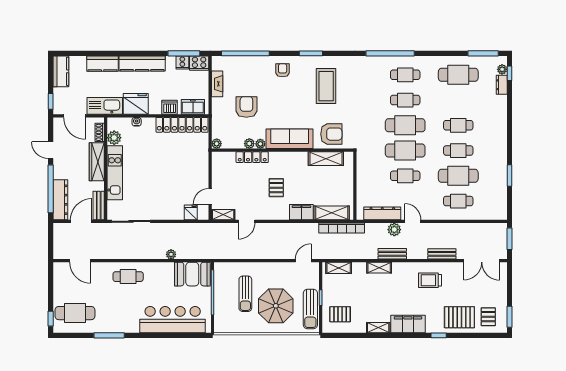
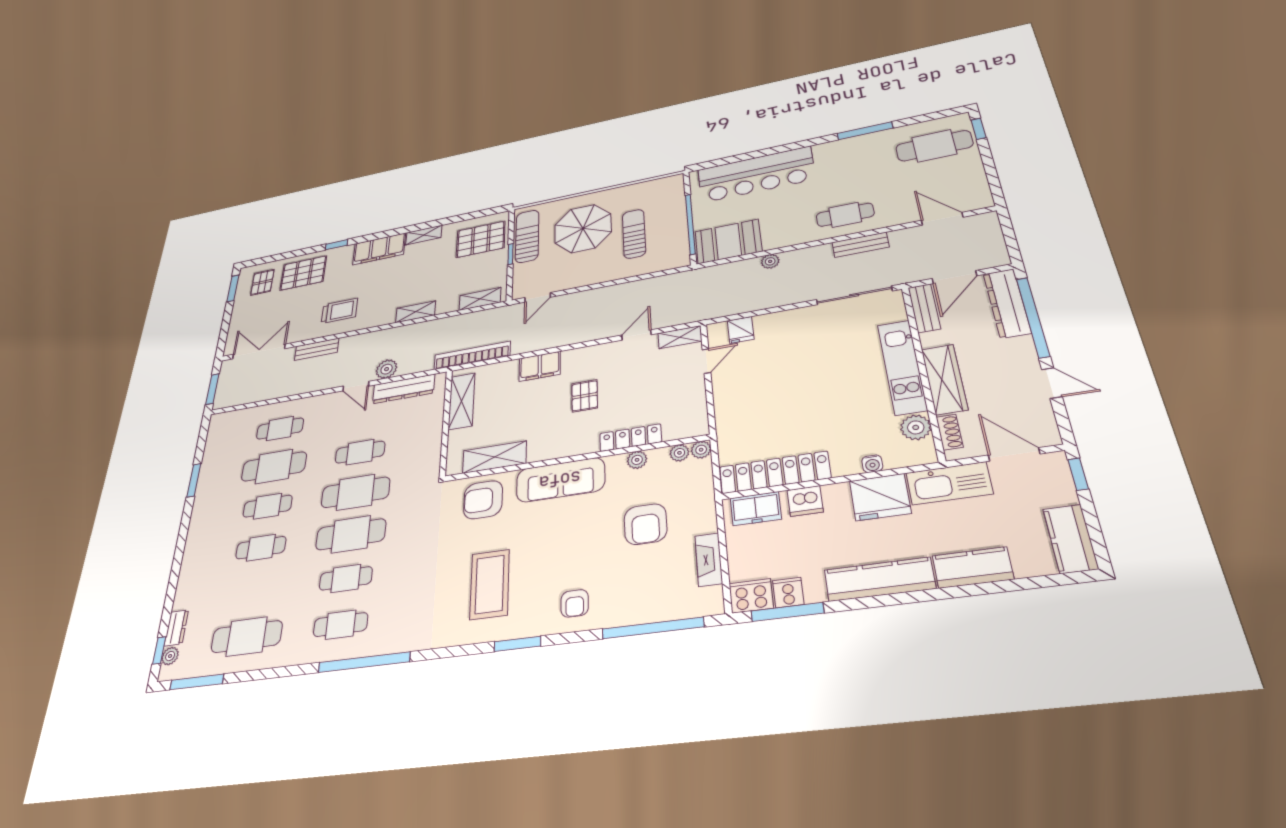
plant: (260, 144) -> (679, 453), moved
shelving: (332, 213) -> (462, 401), moved, turned 90
bench: (392, 254) -> (860, 245), moved
pallet: (340, 314) -> (481, 239), width x1.50, depth x1.42

